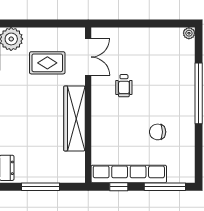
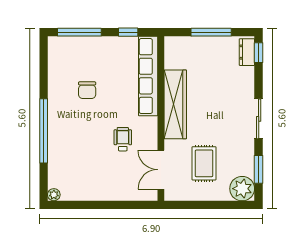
rug: (47, 63) -> (204, 163), turned 90
chair: (158, 132) -> (87, 90), turned 90
row of seats: (129, 174) -> (148, 76), moved, turned 90

